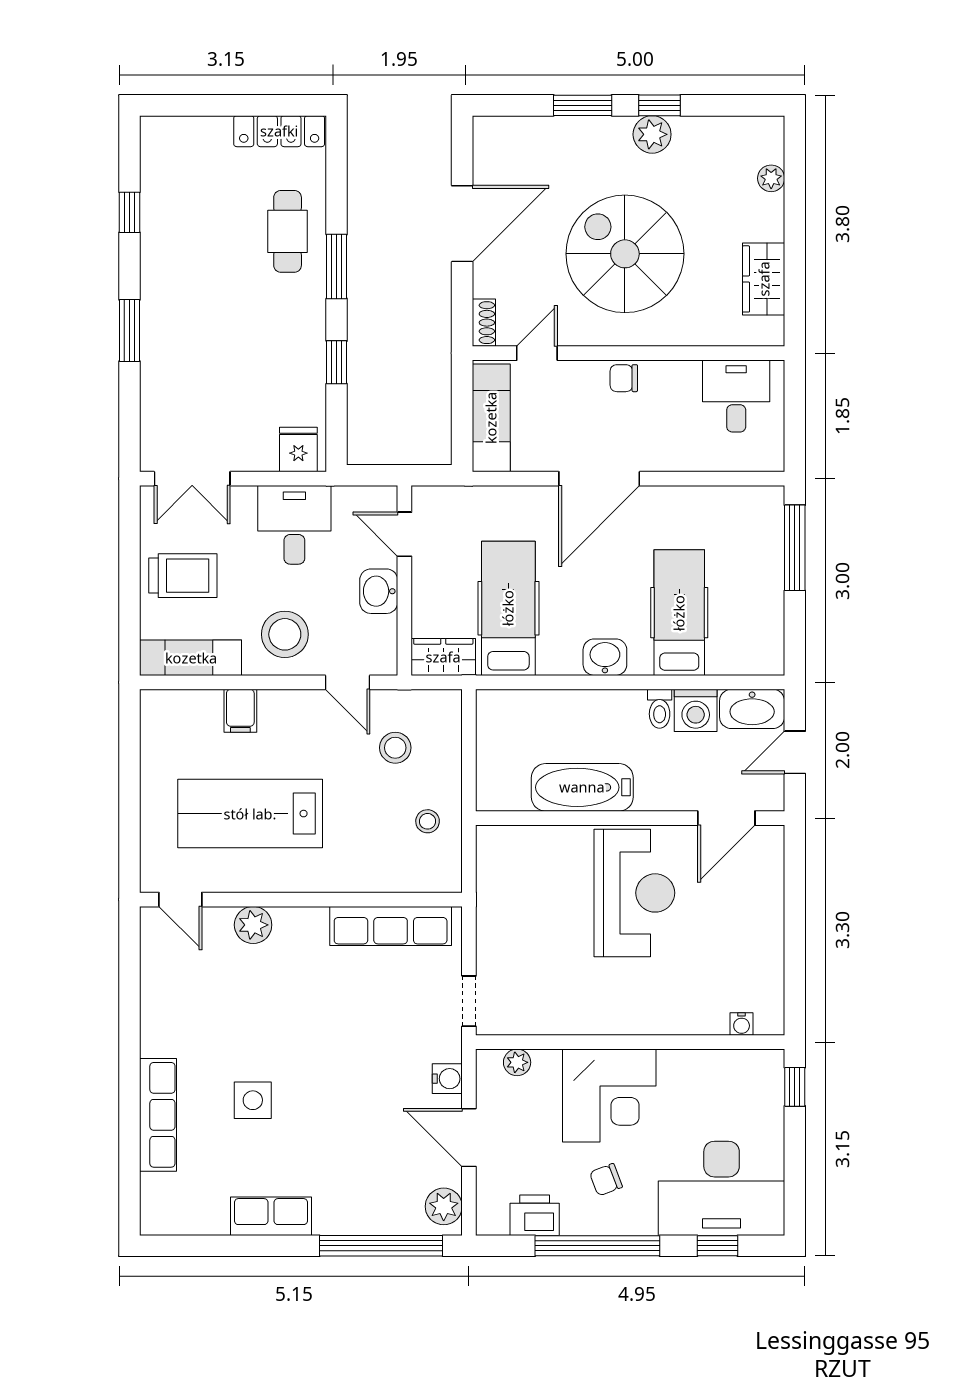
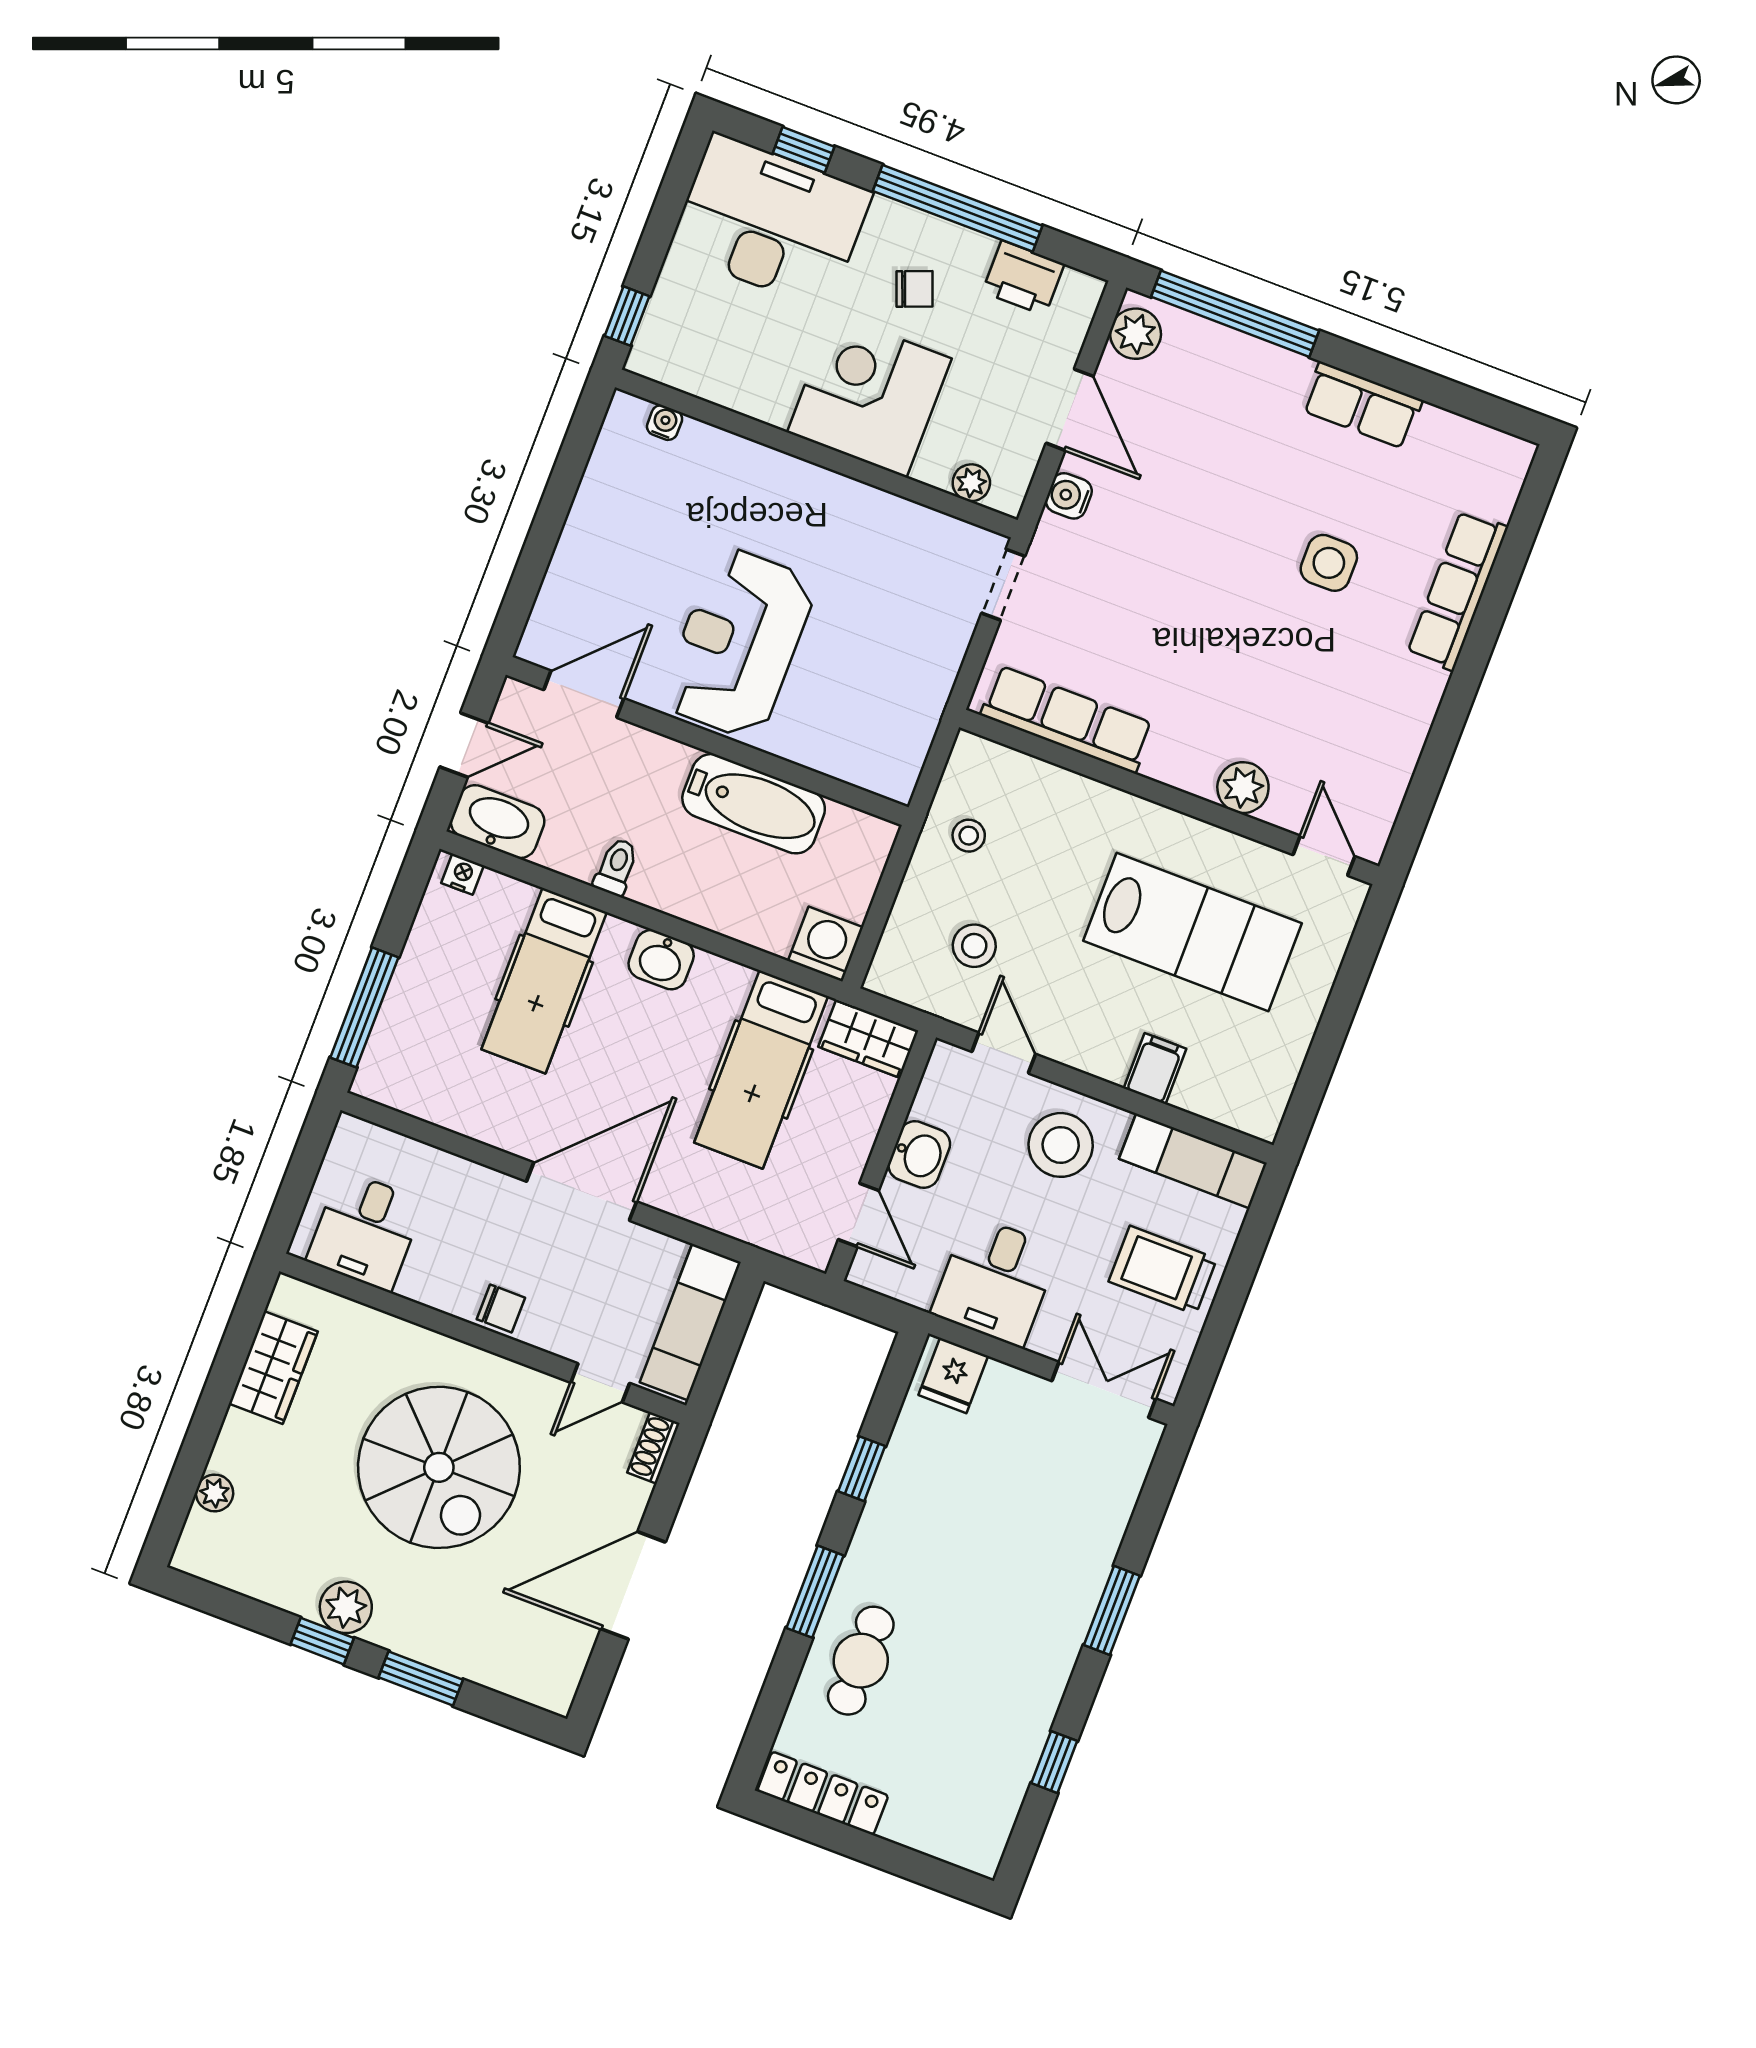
nightstand: (762, 664) -> (463, 874), added
washing machine: (696, 710) -> (826, 944), moved

